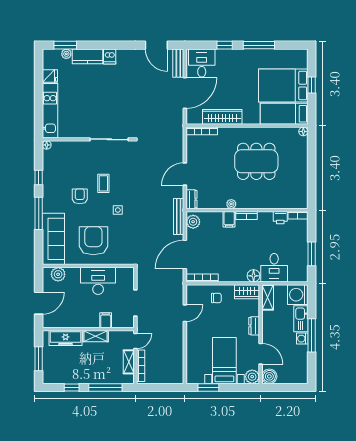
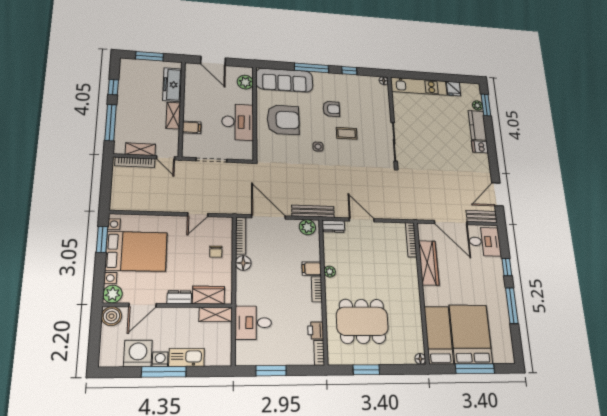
window: (312, 85) -> (475, 369), width x2.17
dining table: (256, 161) -> (362, 321), moved, turned 90
window: (312, 177) -> (366, 370), added
floor lamp: (254, 276) -> (243, 263), moved
wardrobe: (247, 292) -> (209, 295), moved, turned 90
washing machine: (298, 295) -> (138, 354), moved
door: (185, 313) -> (198, 215), hinge flipped
bed with nightstands: (224, 361) -> (136, 251), width x1.36

